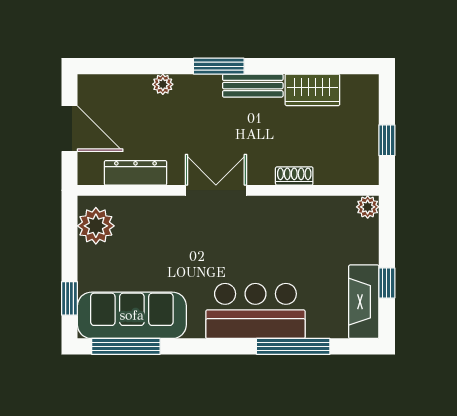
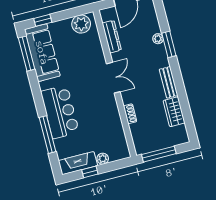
window: (219, 66) -> (169, 44), moved
window: (387, 140) -> (159, 154), width x2.17
plant: (368, 207) -> (103, 159), moved

